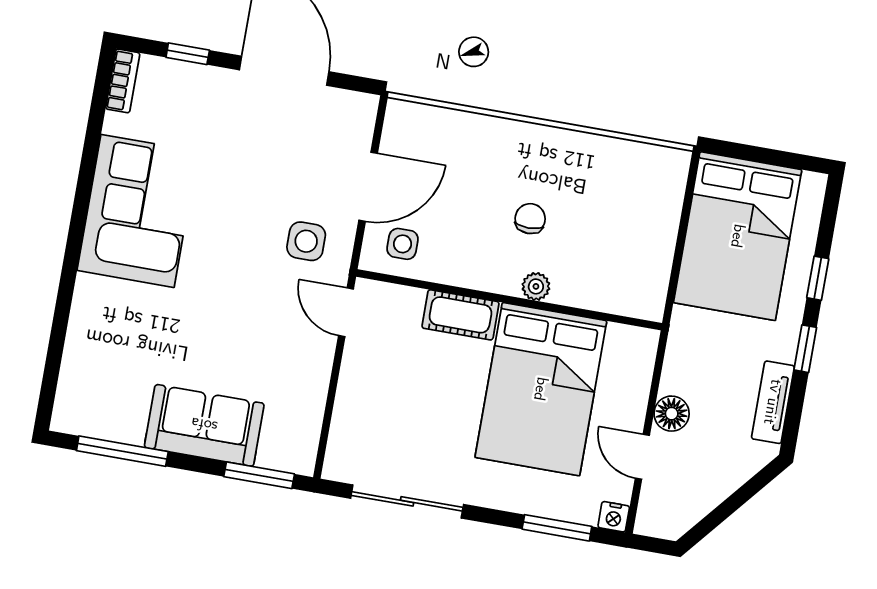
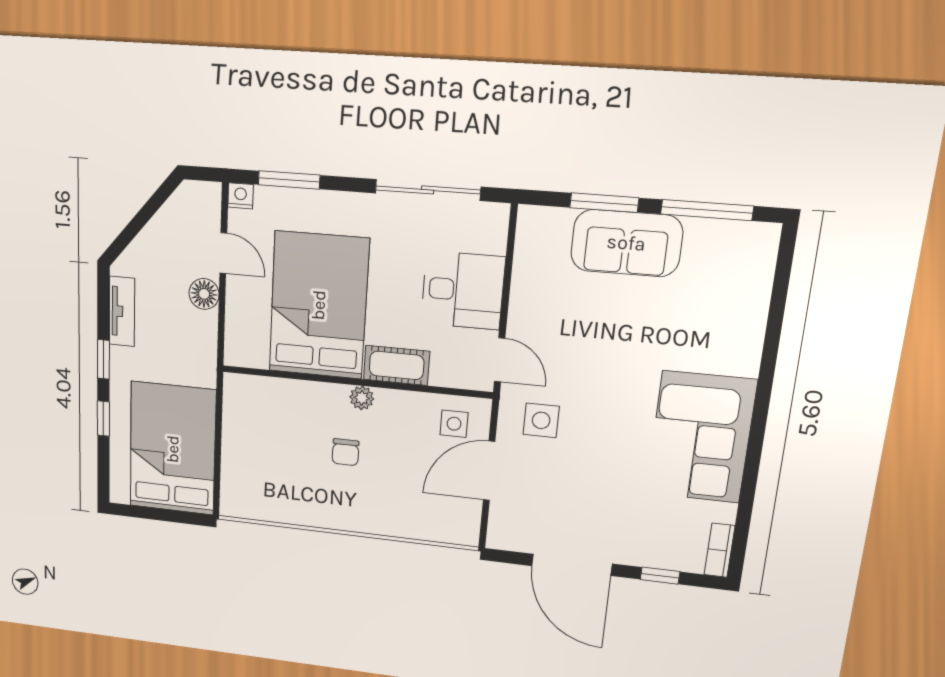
plant: (536, 286) -> (362, 398), moved
desk: (379, 392) -> (463, 290), added
window: (259, 475) -> (604, 203), moved

